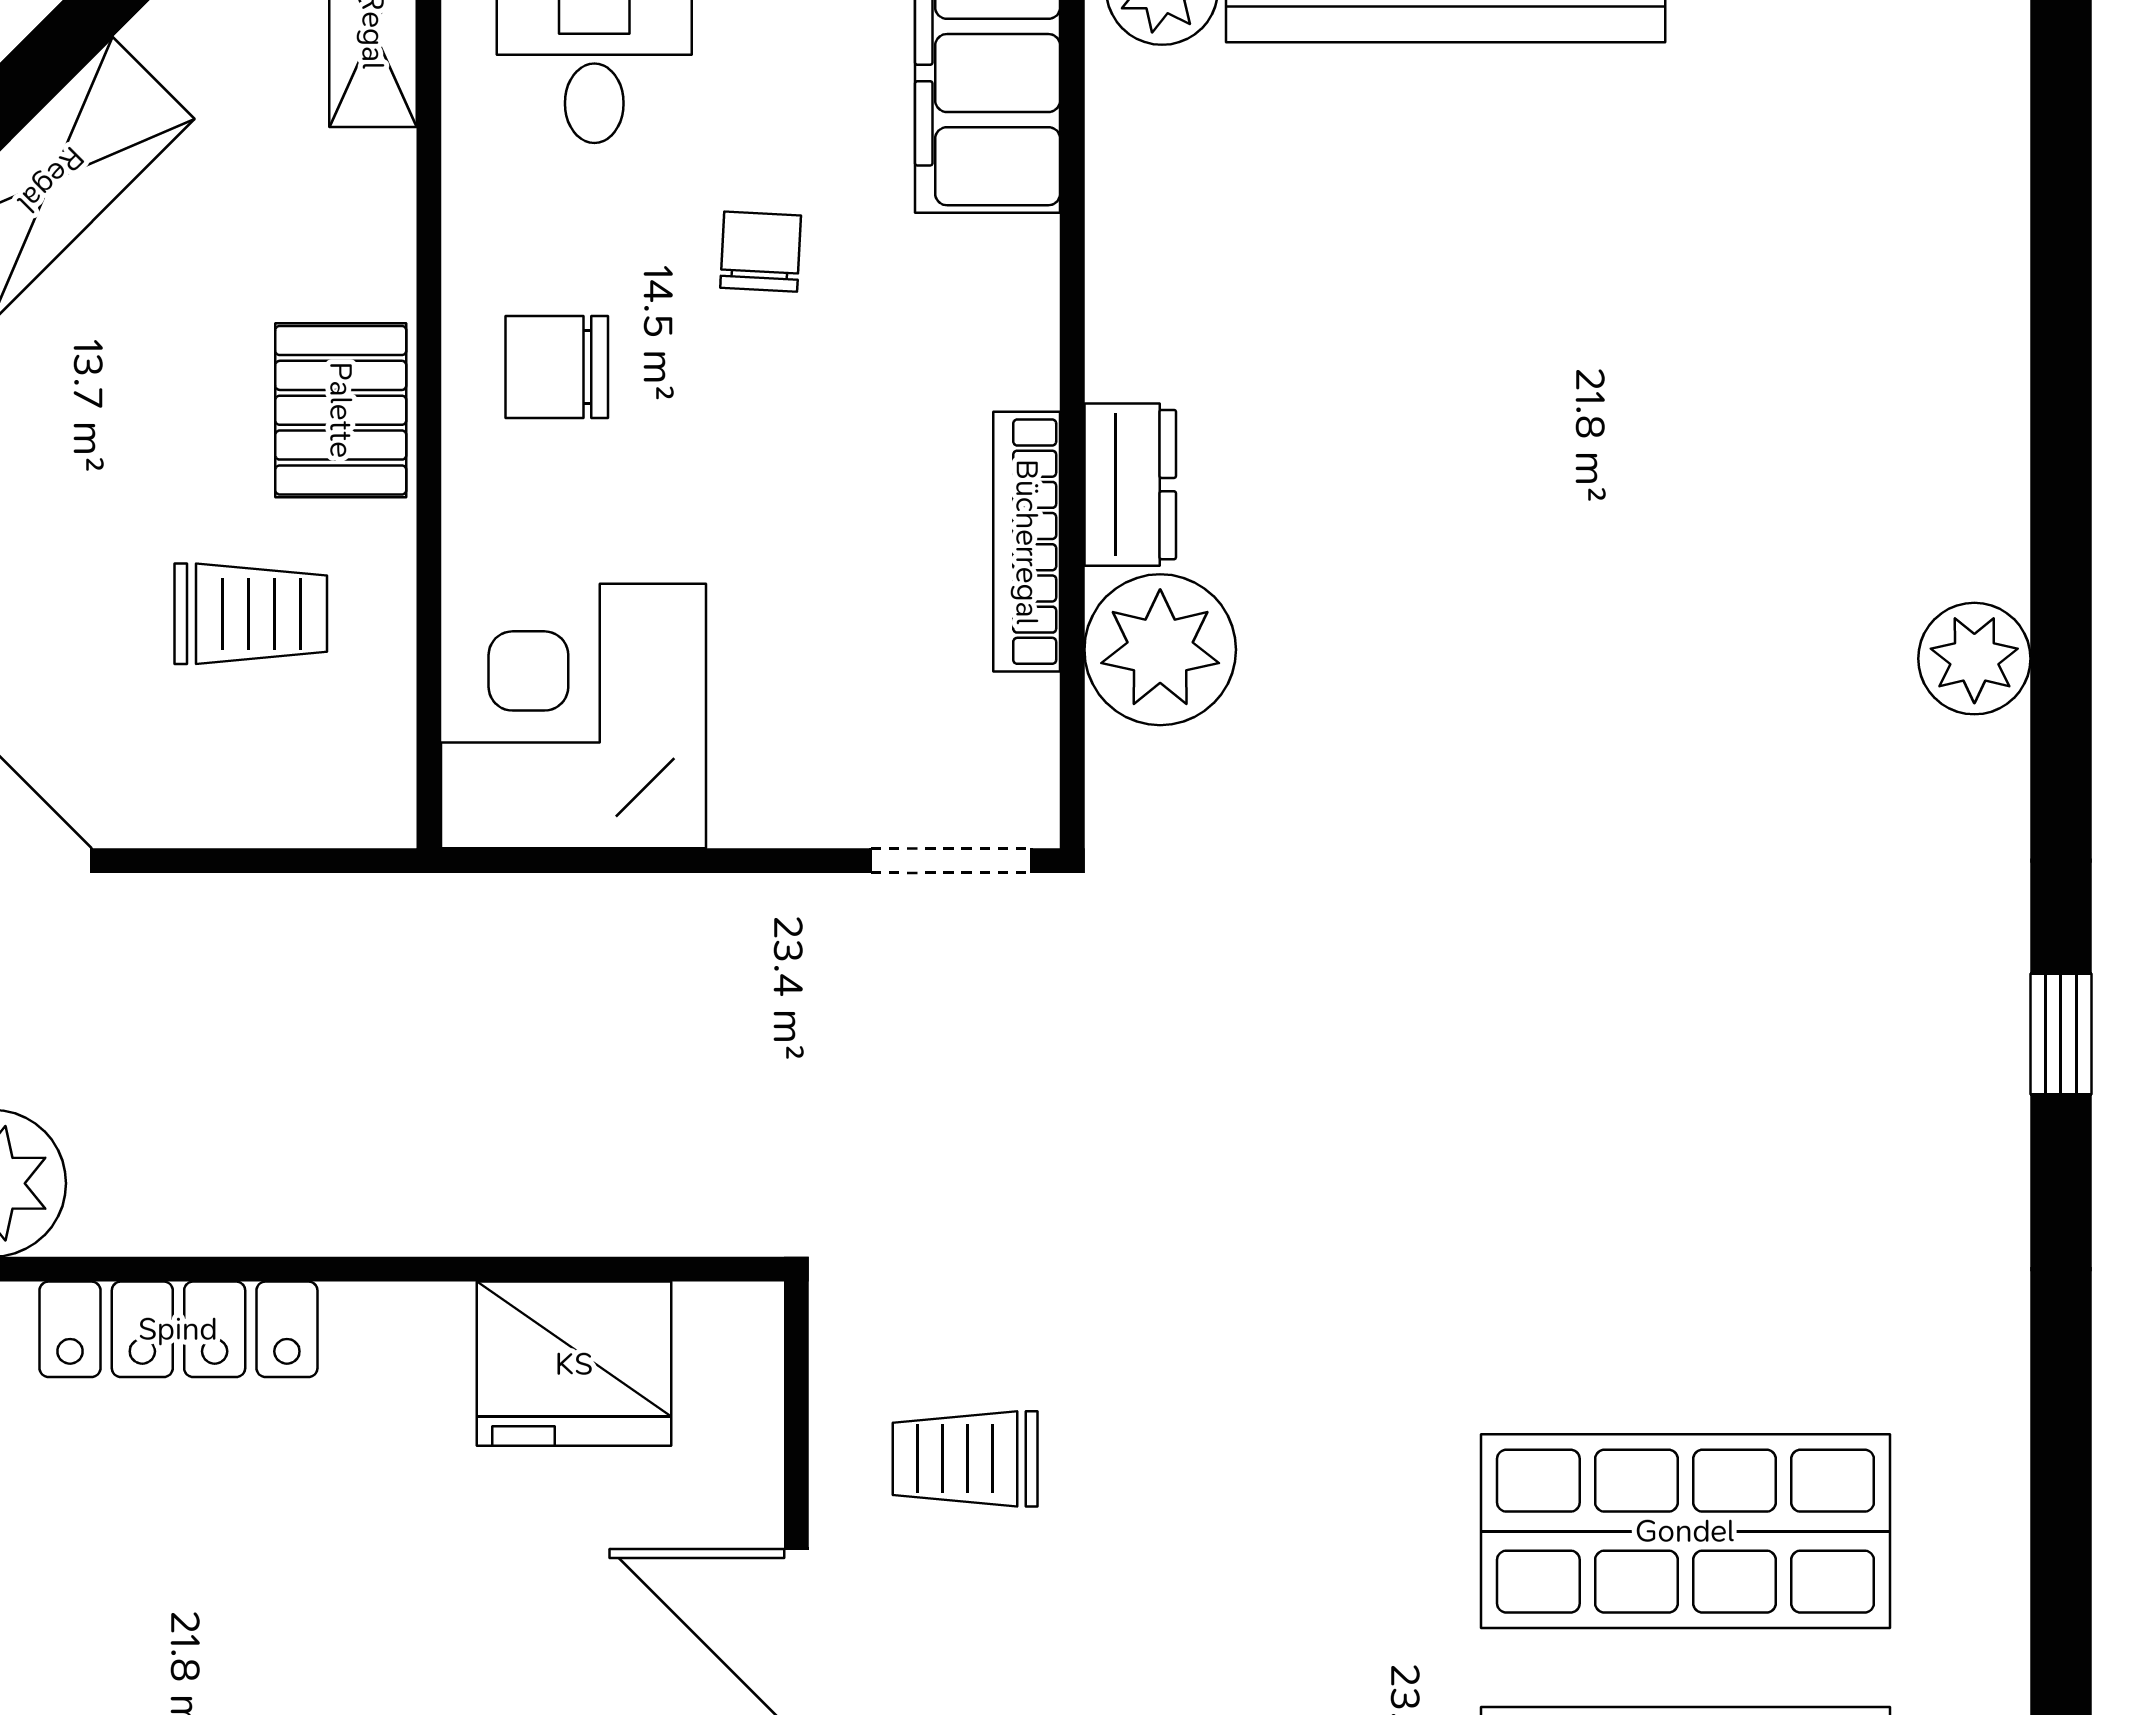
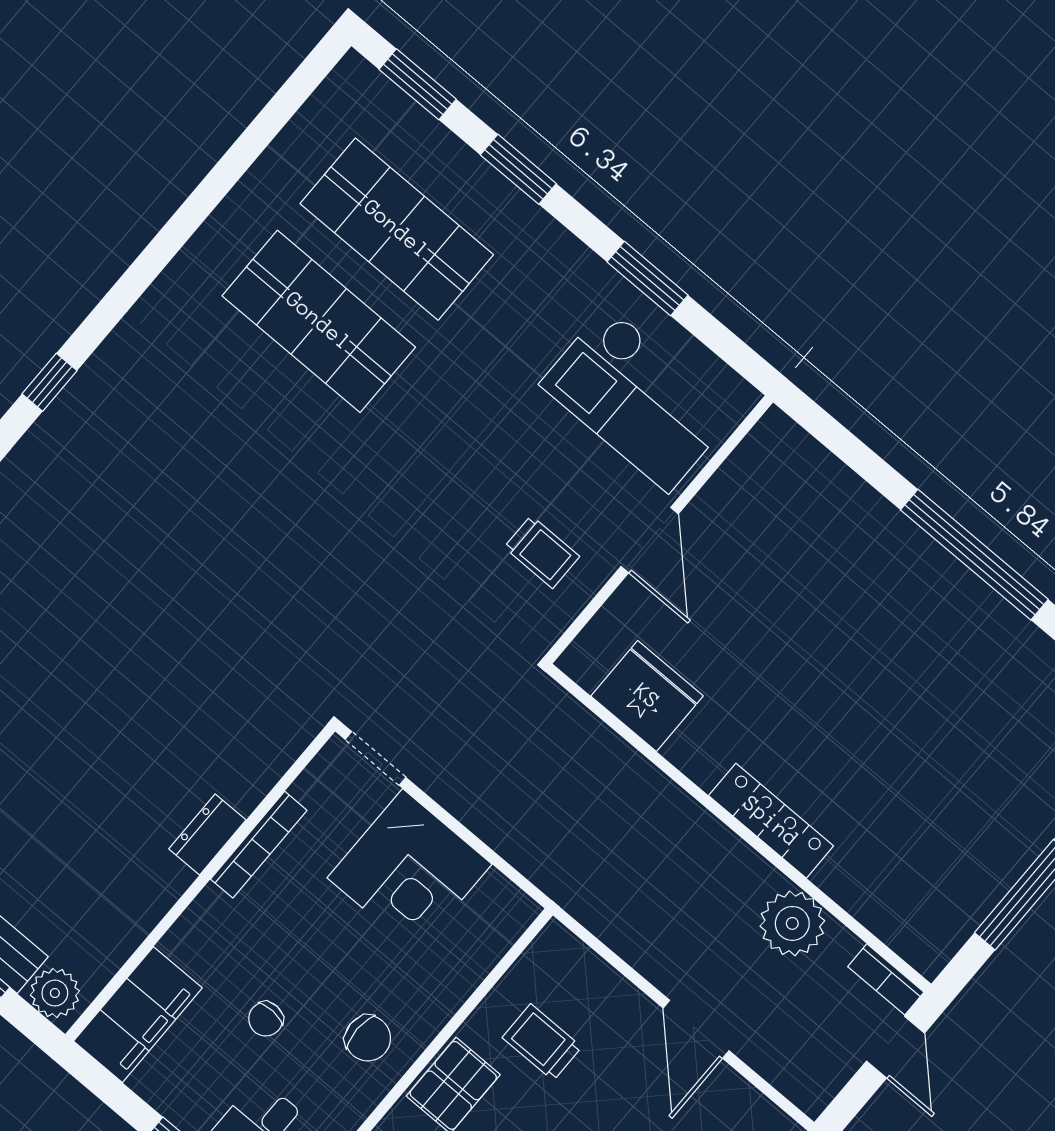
plant: (1160, 650) -> (244, 770), removed
corner desk: (573, 716) -> (409, 871), moved

